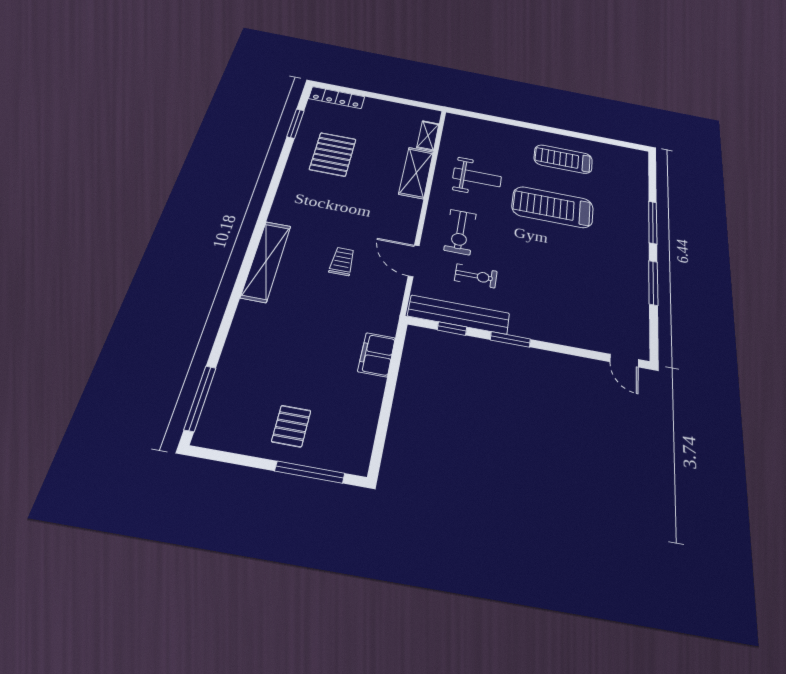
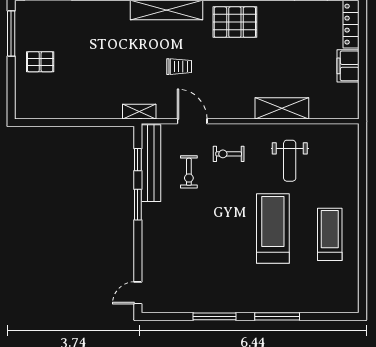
shelving: (428, 136) -> (139, 112), moved
pallet: (333, 154) -> (235, 22), moved
exercise bike: (460, 232) -> (229, 154), width x0.73, depth x0.72
door: (414, 261) -> (192, 121), hinge flipped
filing cabinet: (377, 355) -> (348, 66), moved, turned -90
window: (310, 472) -> (11, 33), moved

